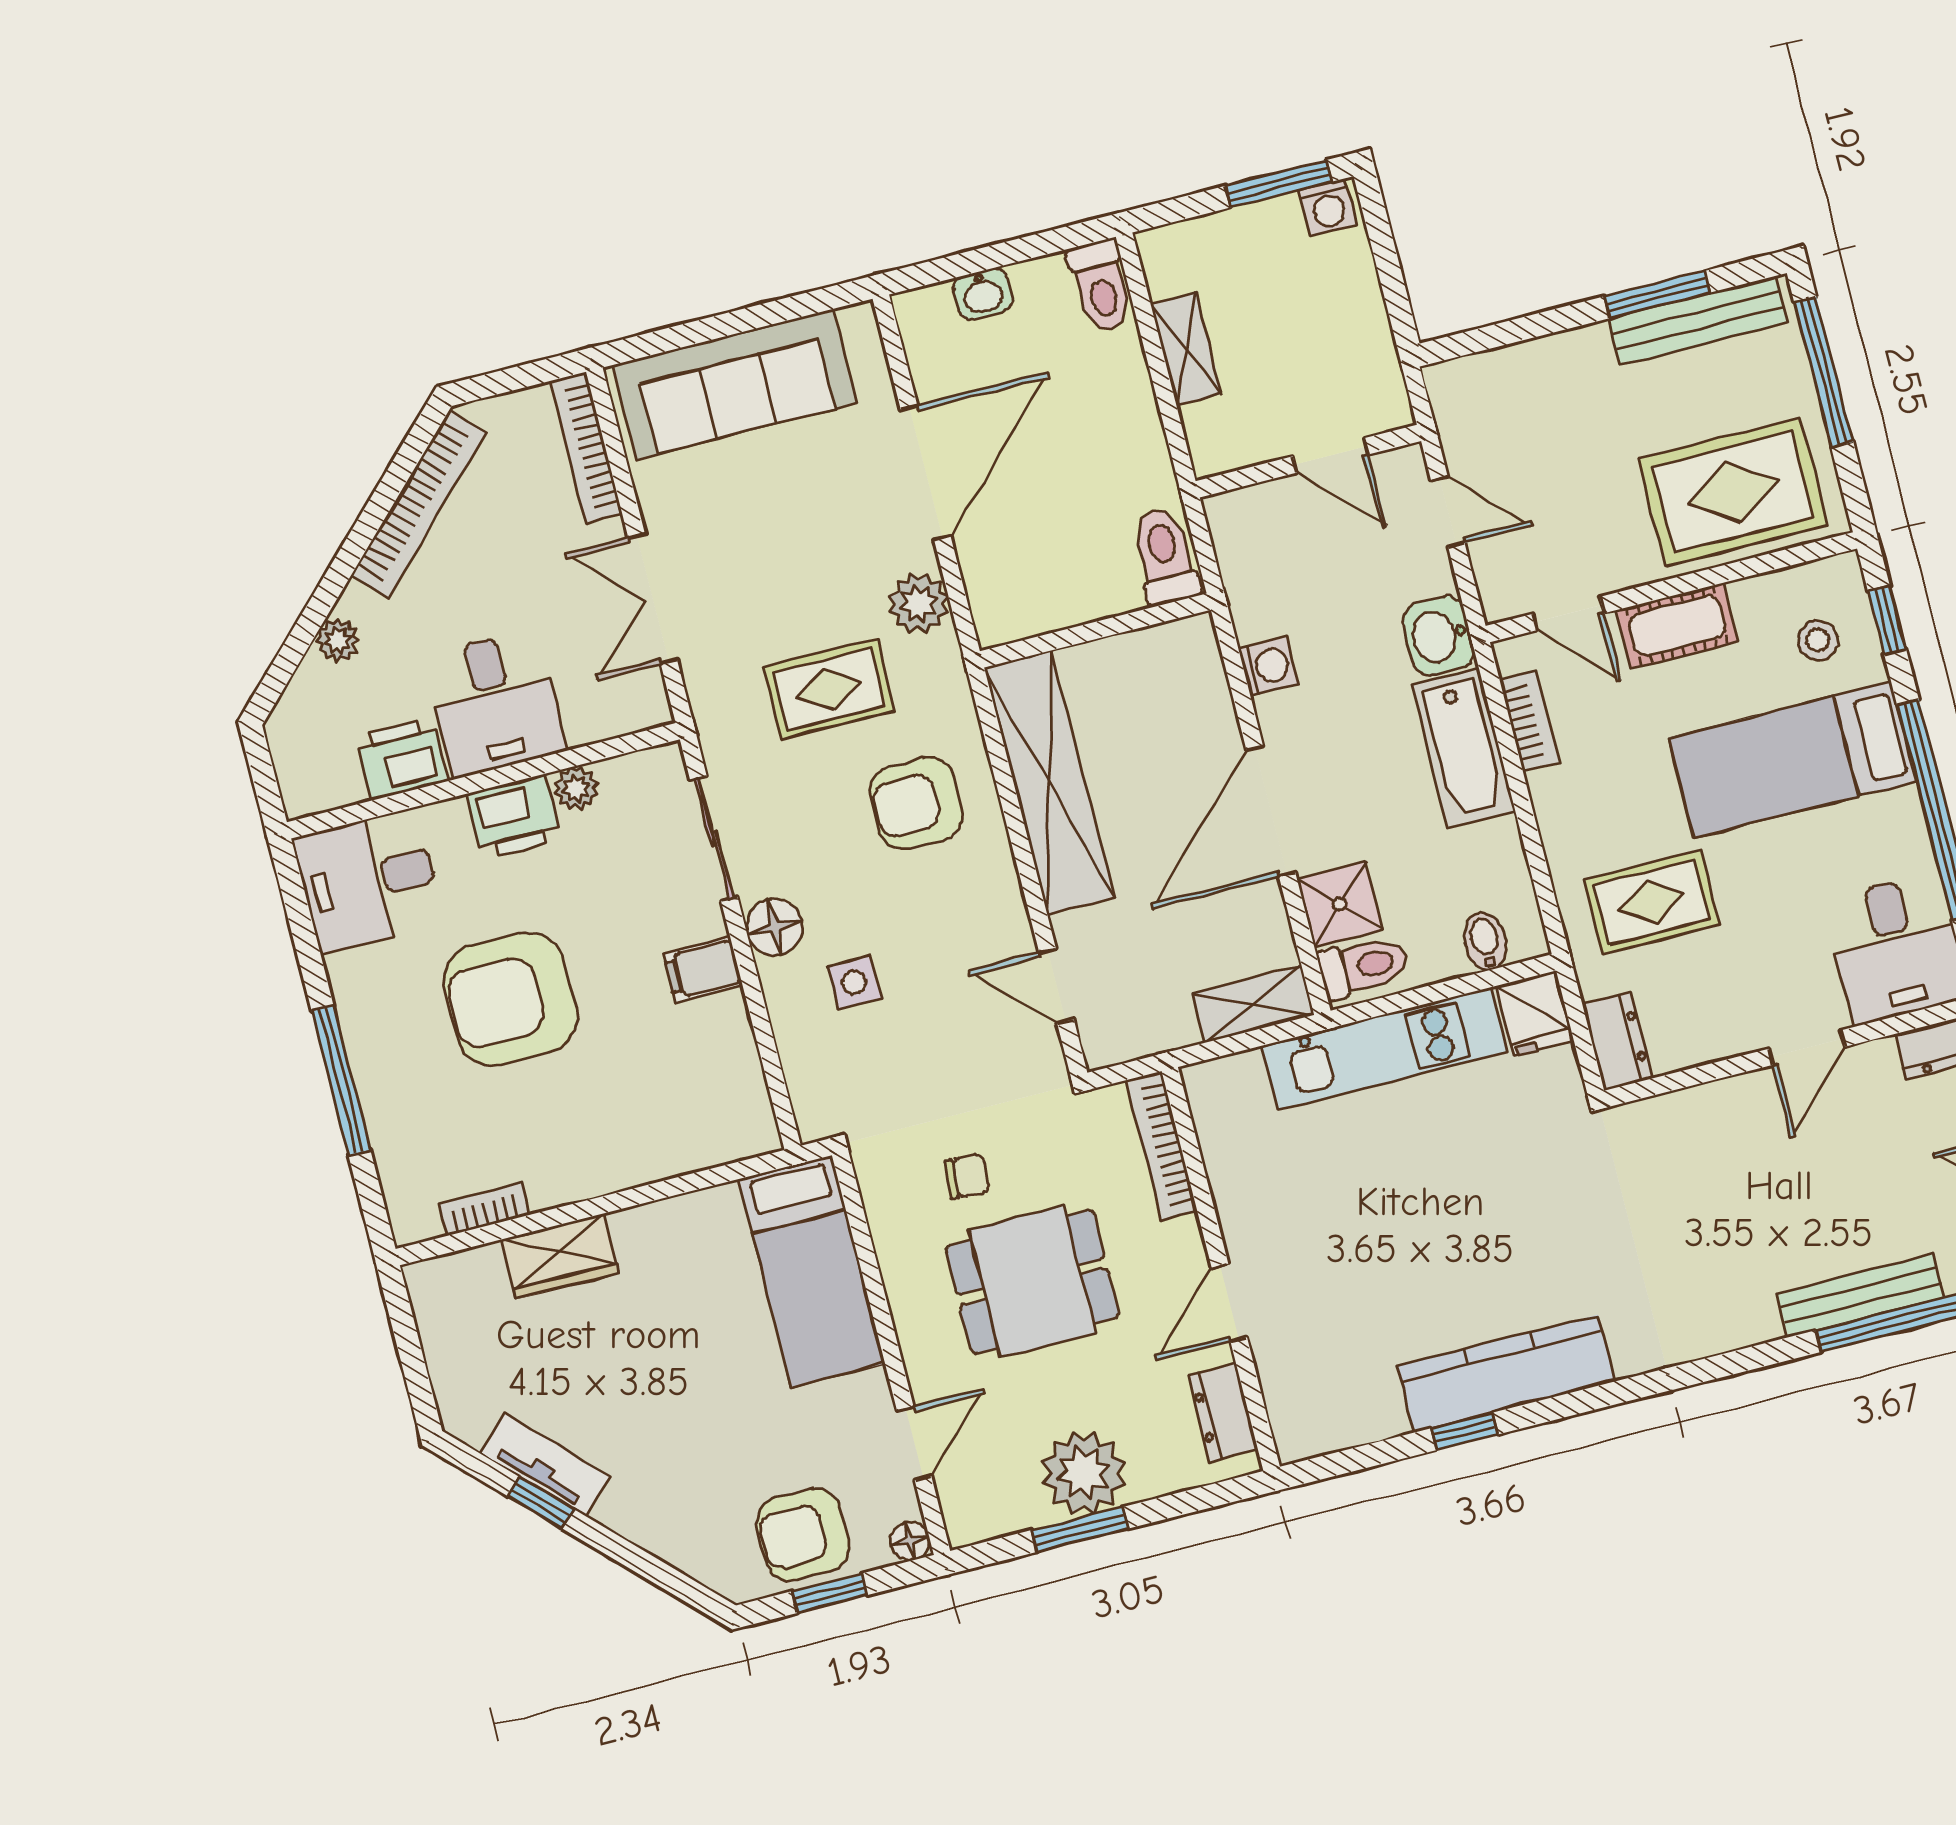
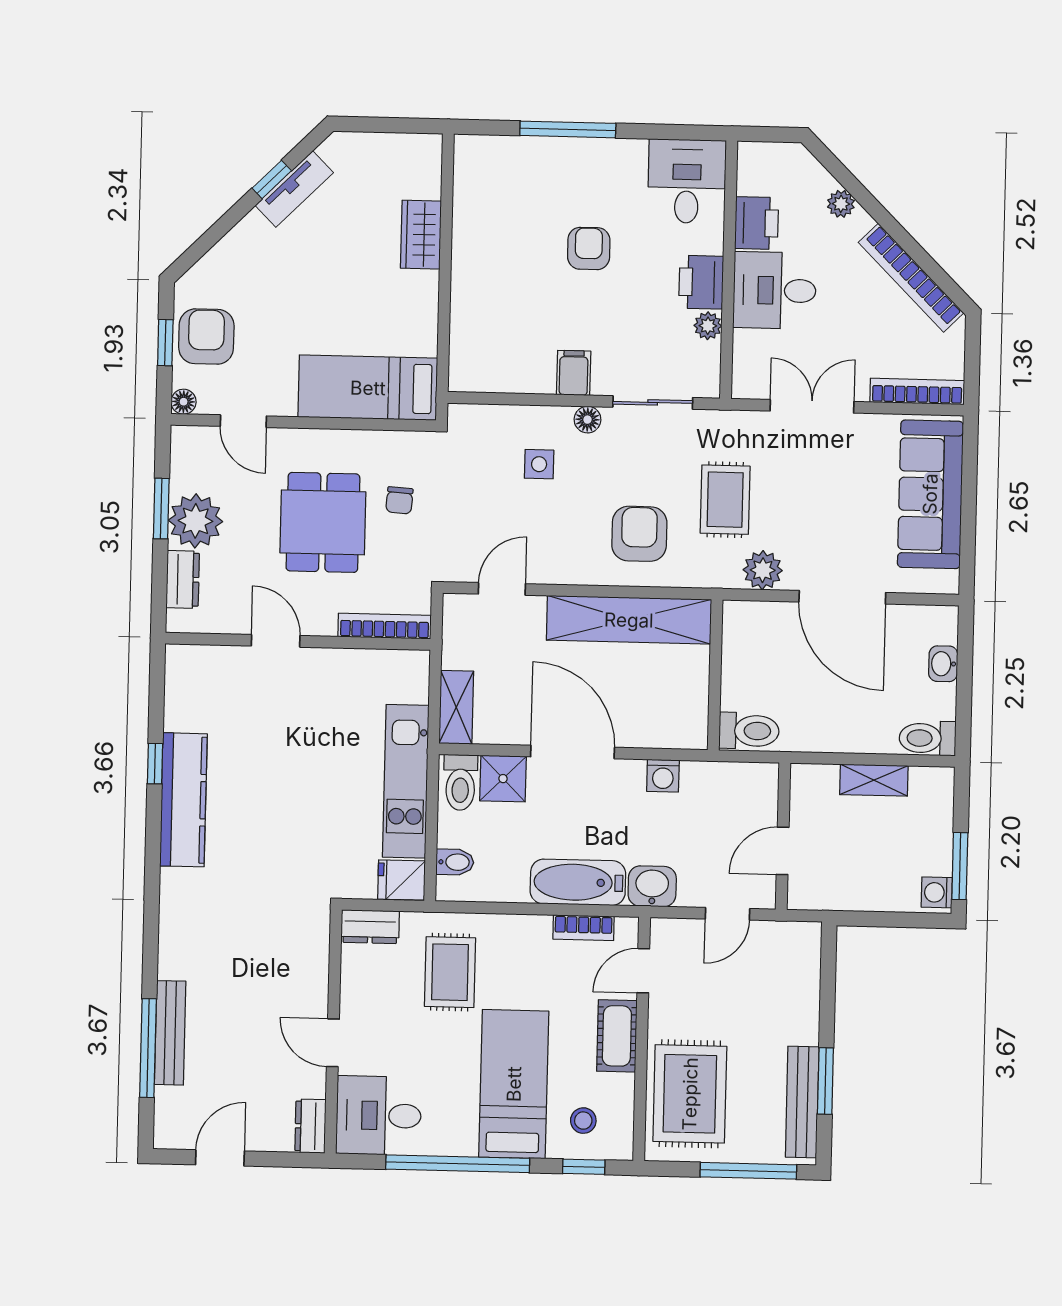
floor lamp: (774, 927) -> (587, 420), width x0.73, depth x0.73
armchair: (510, 999) -> (589, 248), width x0.53, depth x0.53
bookcase: (484, 1209) -> (463, 196), removed
dresser: (1223, 1413) -> (183, 579), moved, turned 90

